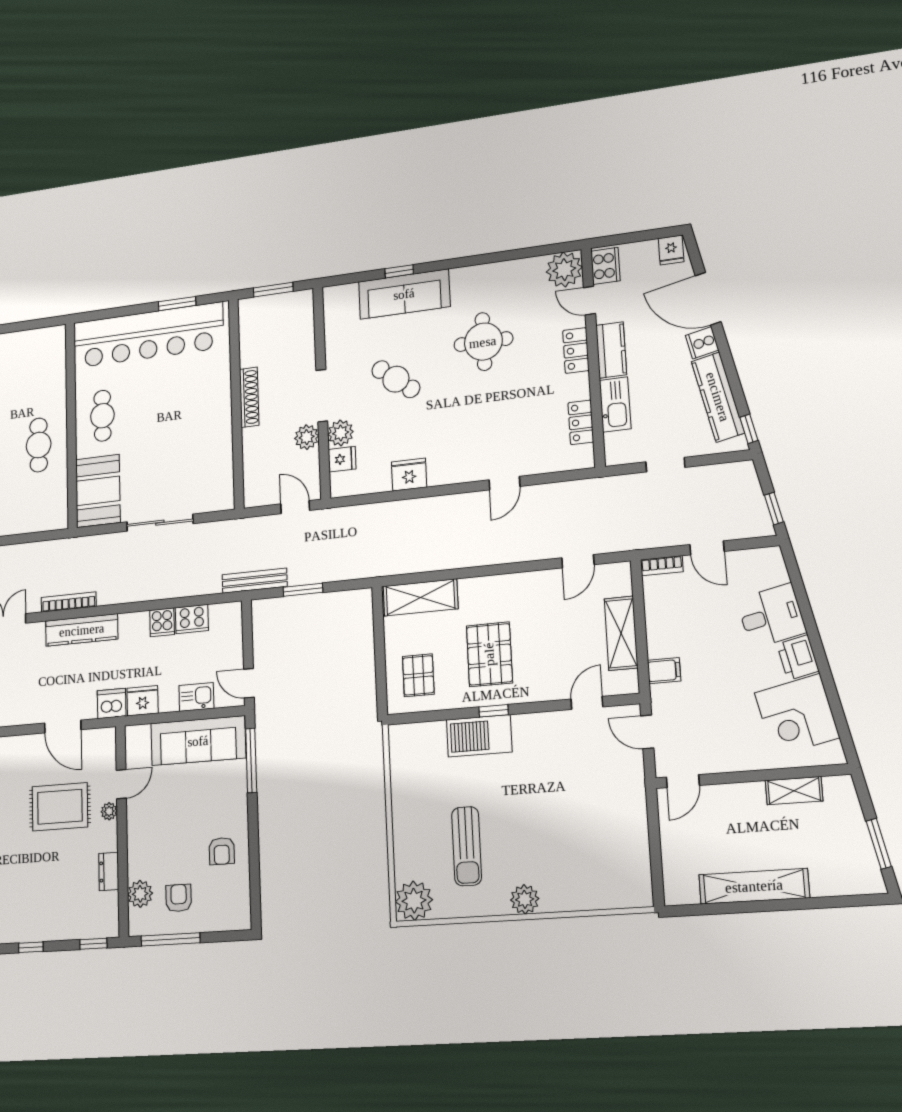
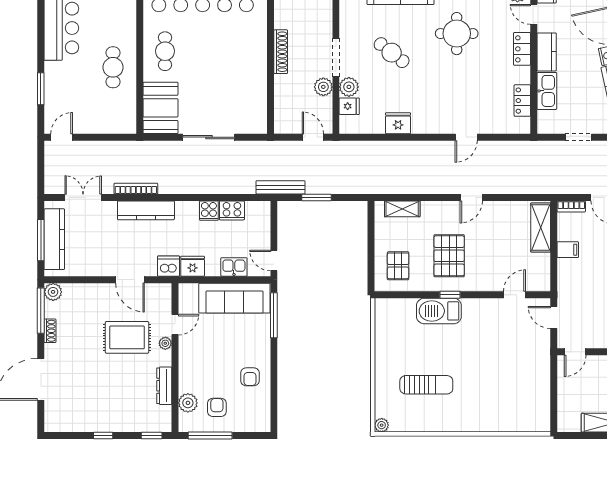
door: (578, 561) -> (471, 198), moved
shelving: (420, 597) -> (402, 209), width x0.67, depth x0.75
shelving: (621, 633) -> (541, 228), moved
filing cabinet: (664, 671) -> (568, 250), moved
sun lounger: (467, 846) -> (426, 385), turned -90
dresser: (109, 871) -> (164, 386), width x1.44
plant: (525, 899) -> (464, 422), removed
plant: (414, 901) -> (382, 425), width x0.53, depth x0.53

